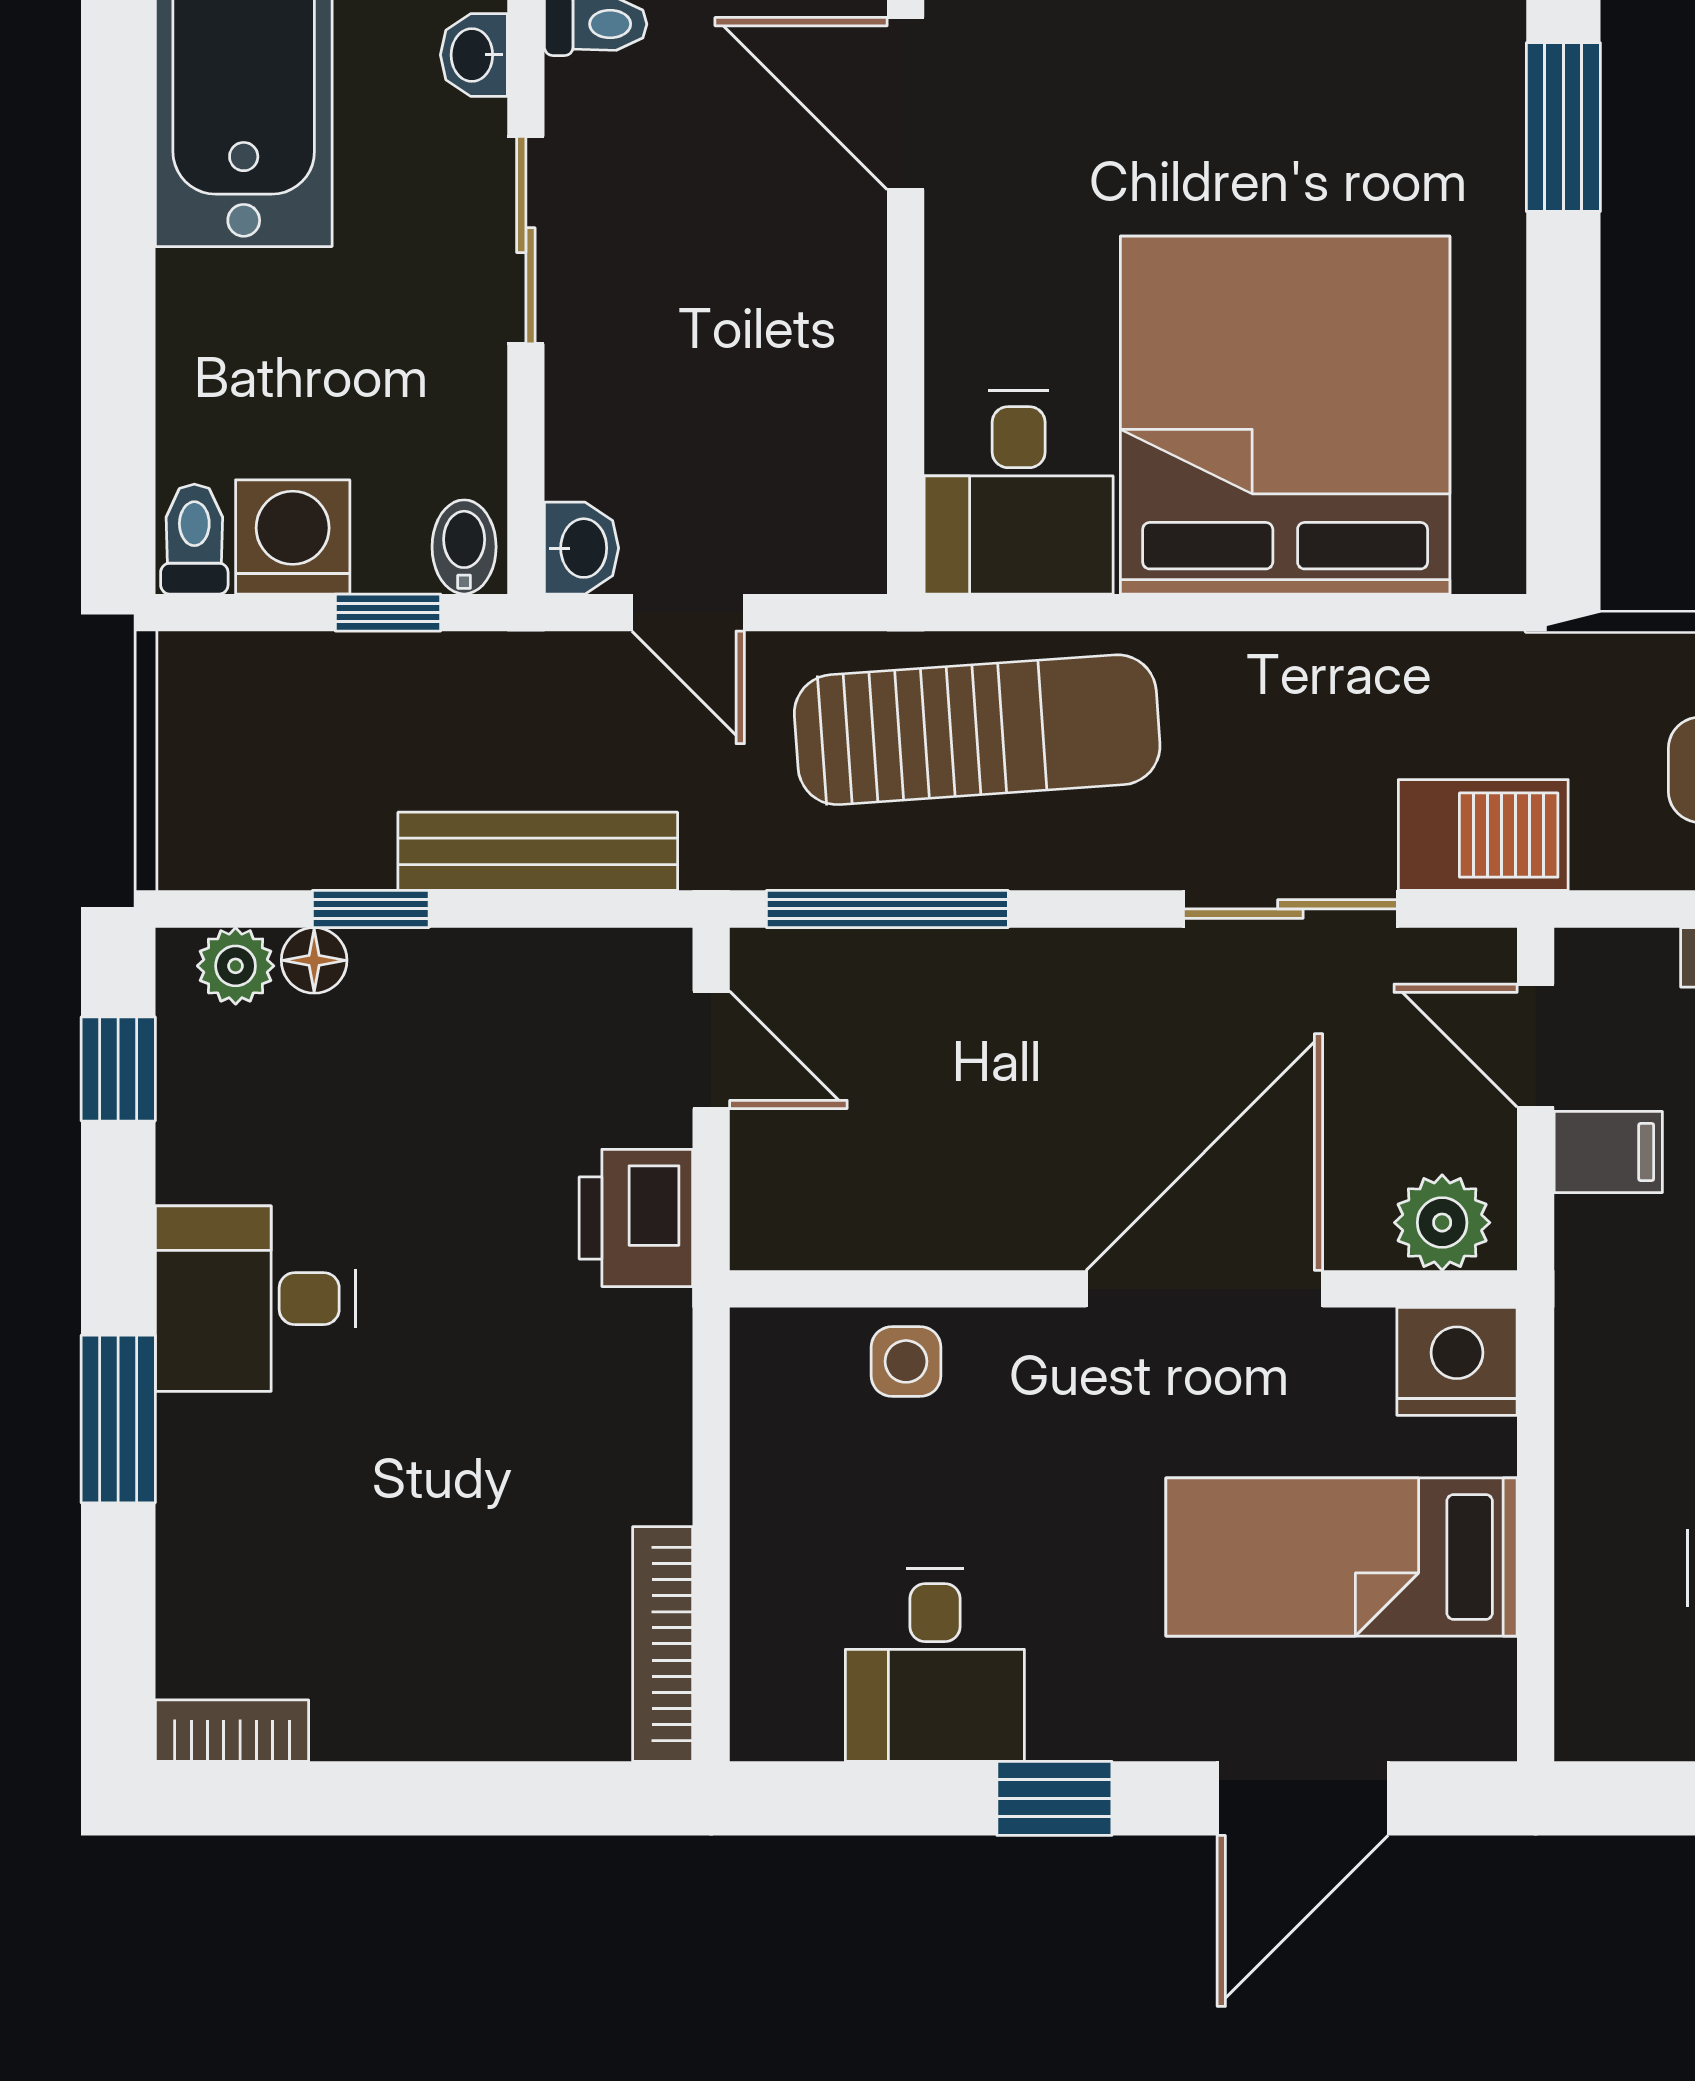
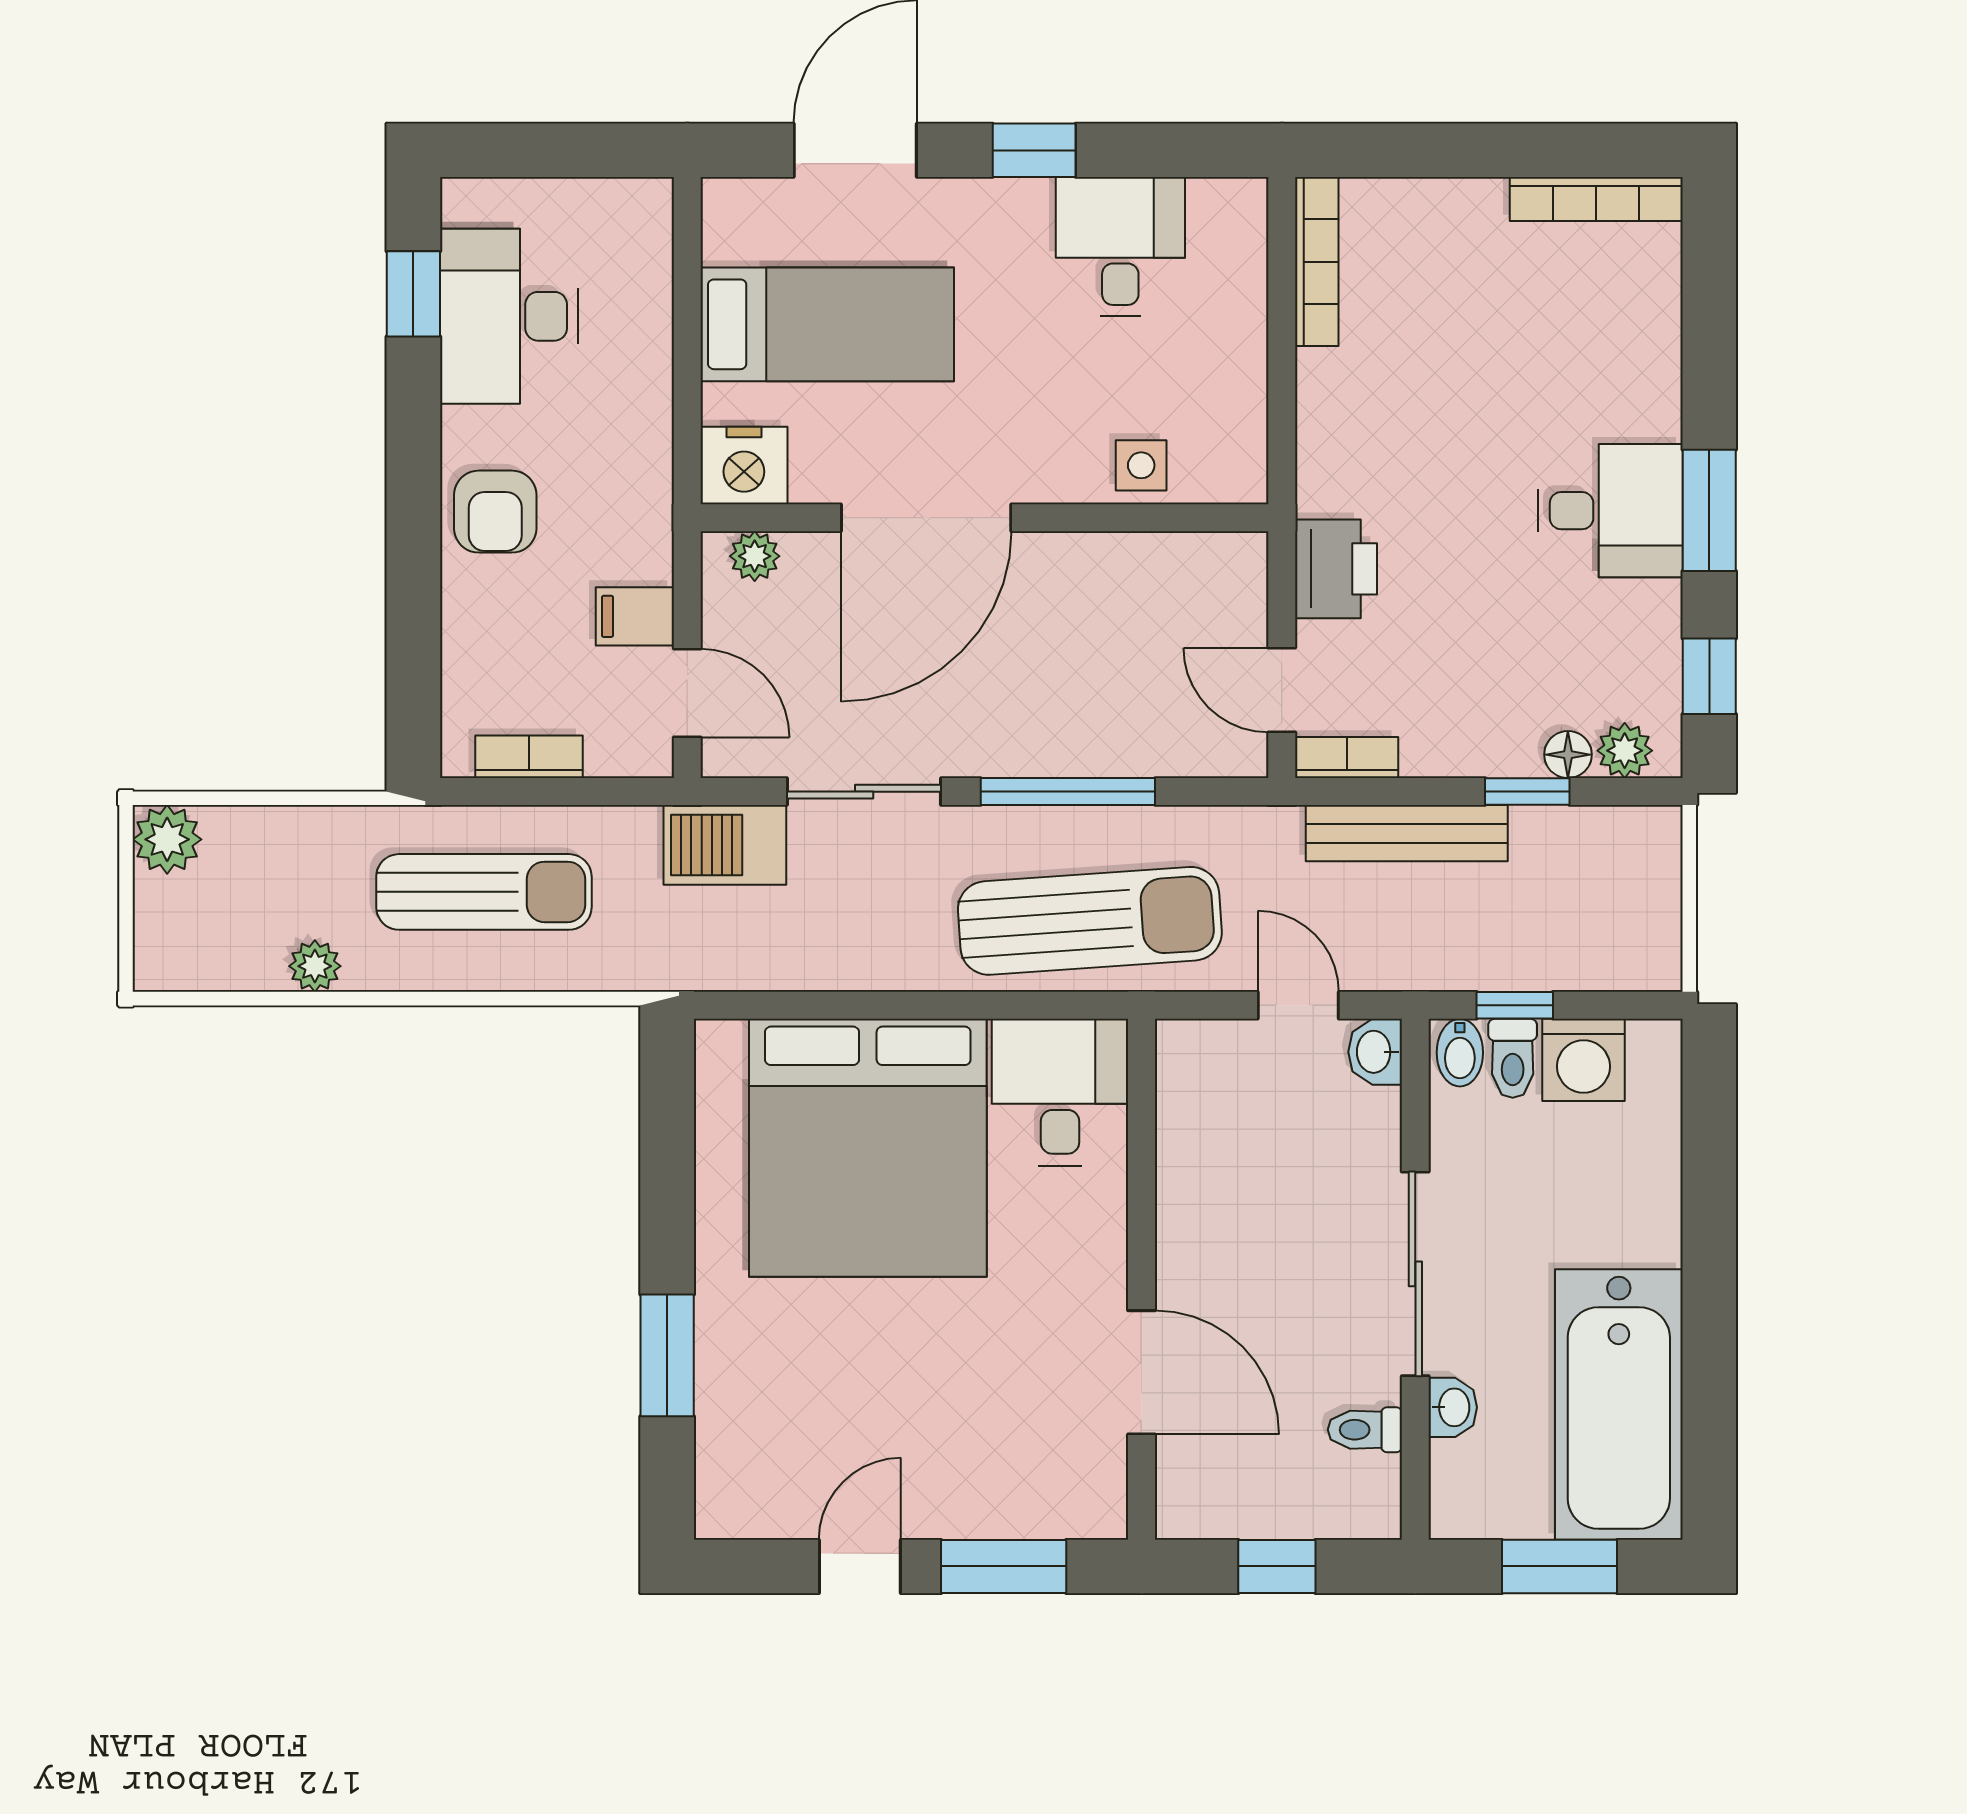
sliding door: (526, 240) -> (1415, 1274), width x1.37
toilet: (194, 539) -> (1513, 1058), moved
sun lounger: (977, 730) -> (1090, 921), turned 180
window: (887, 909) -> (1068, 792), moved
bookcase: (621, 956) -> (1347, 758), added
plant: (1442, 1223) -> (755, 556), width x0.73, depth x0.73
window: (118, 1419) -> (1709, 510), moved
bookcase: (232, 1731) -> (1596, 199), width x1.56

